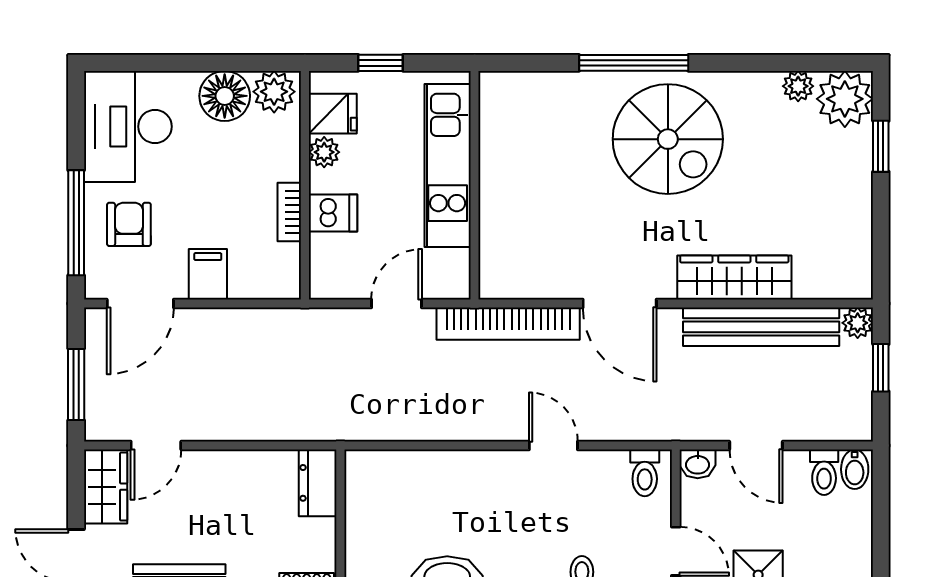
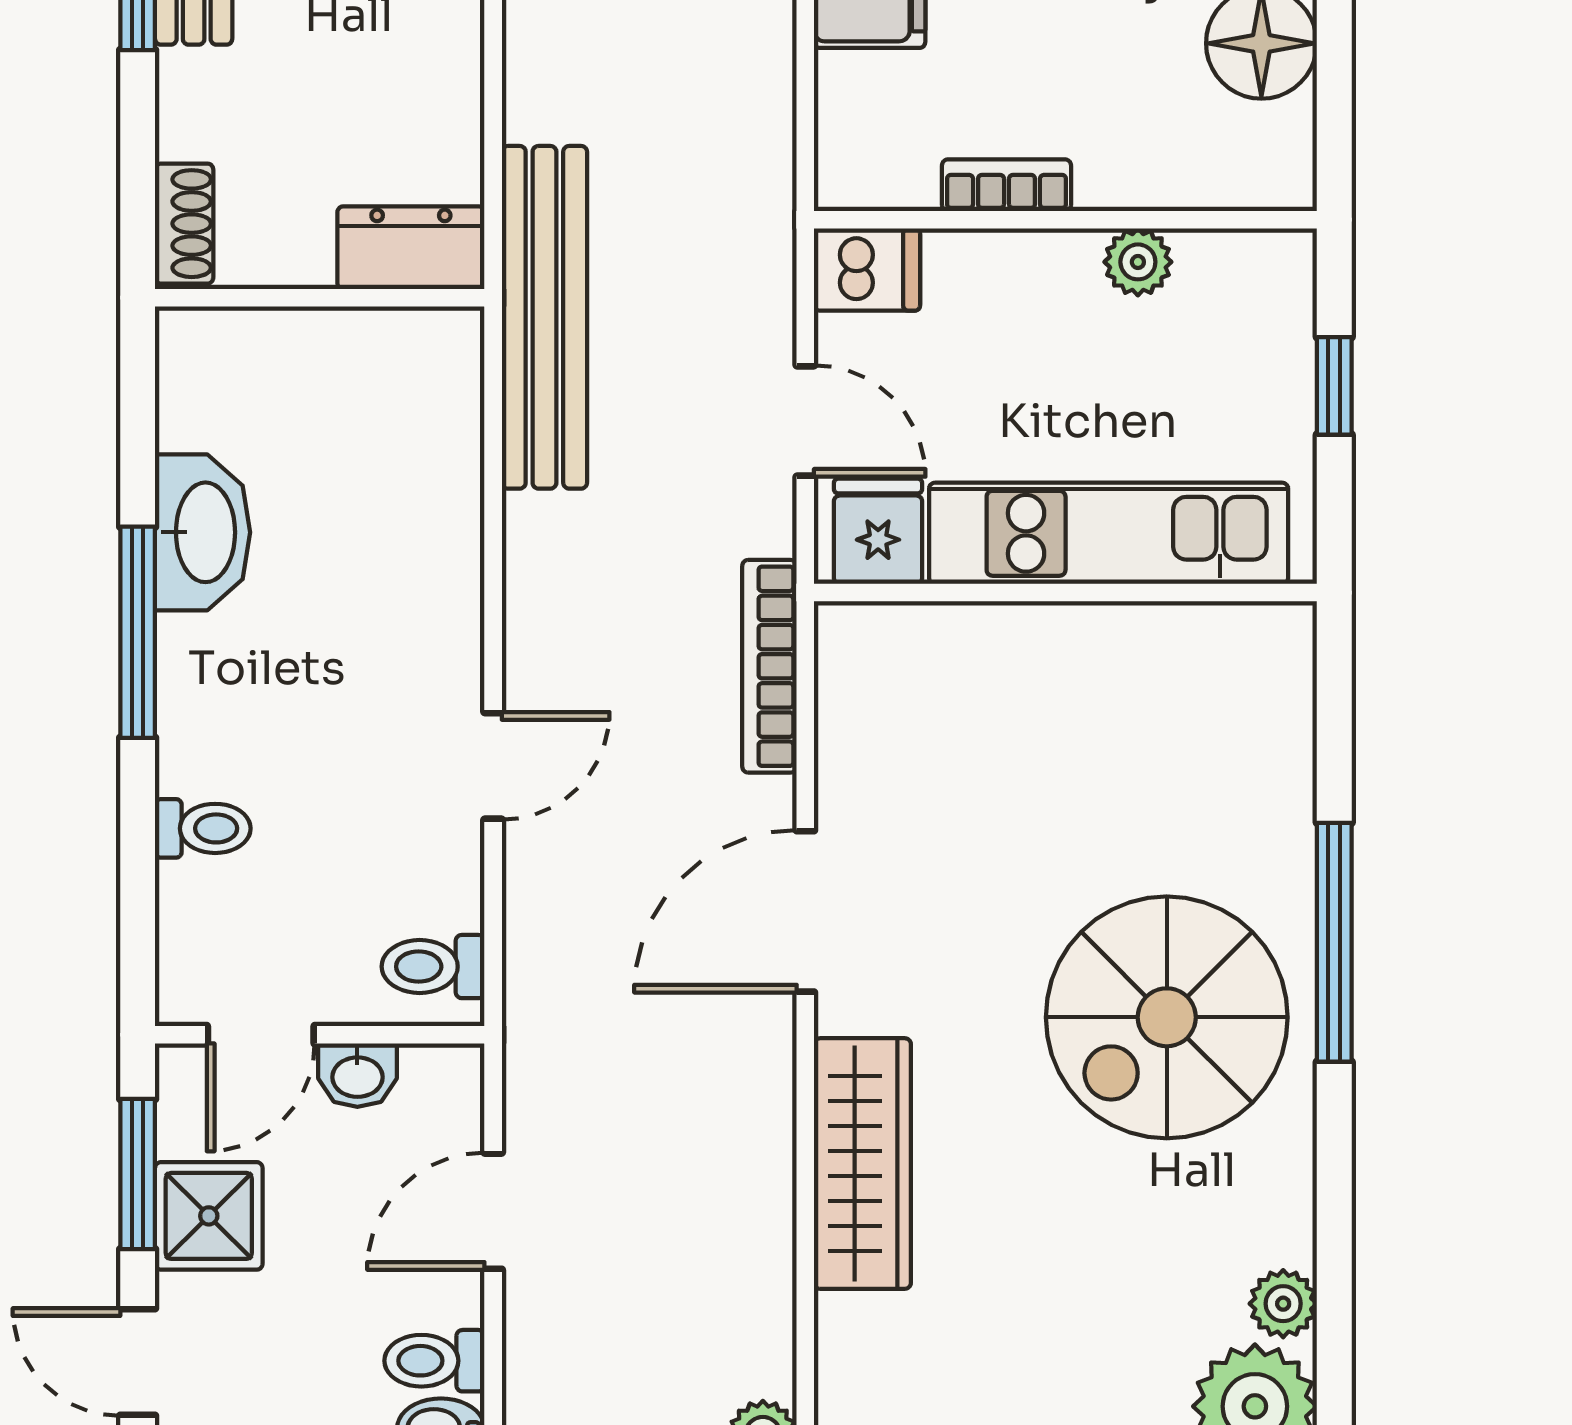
plant: (274, 92) -> (1271, 152), removed
fridge: (333, 114) -> (878, 531), moved, turned 180
dishwasher: (333, 213) -> (867, 270), moved, turned -90
bookcase: (508, 324) -> (769, 666), width x0.68, depth x0.76
bench: (761, 327) -> (544, 317), moved
washbasin: (698, 464) -> (357, 1075), moved, turned -90

